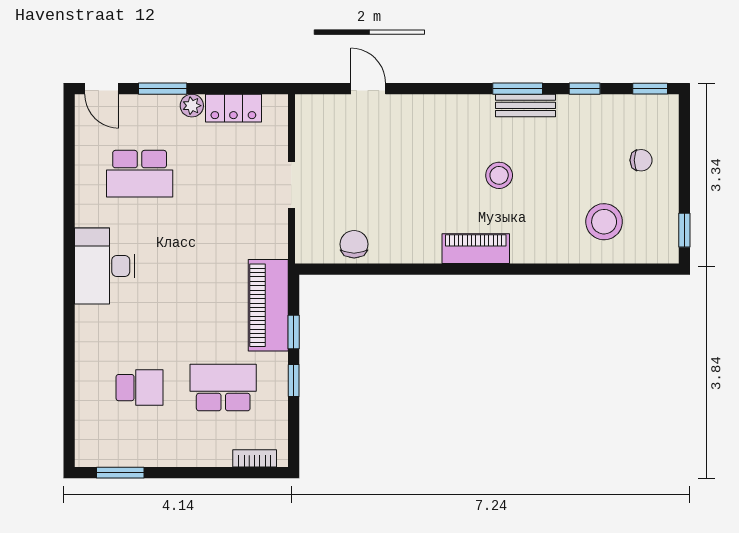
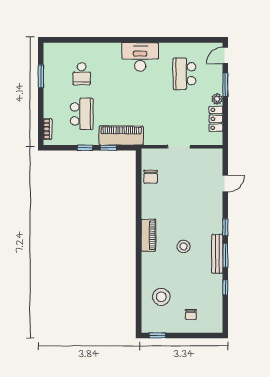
window: (650, 89) -> (225, 227), moved
bench: (526, 105) -> (217, 254), width x1.36
chair: (354, 244) -> (151, 177), turned 90
window: (120, 473) -> (41, 76), moved

